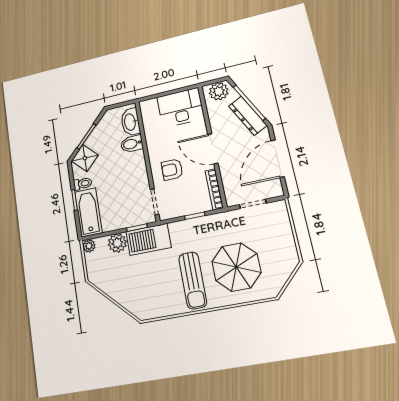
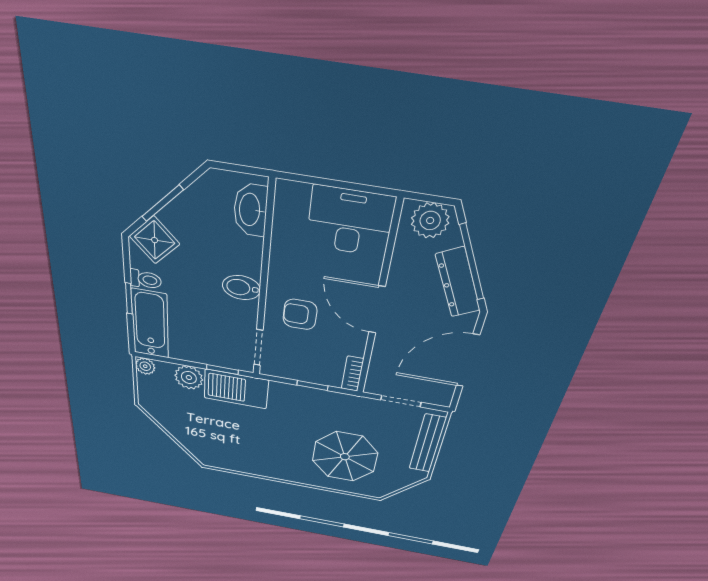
bidet: (132, 144) -> (241, 288), moved
bookcase: (214, 189) -> (353, 374), width x0.64
bench: (285, 230) -> (427, 444), added
sun lounger: (193, 280) -> (283, 451), removed

